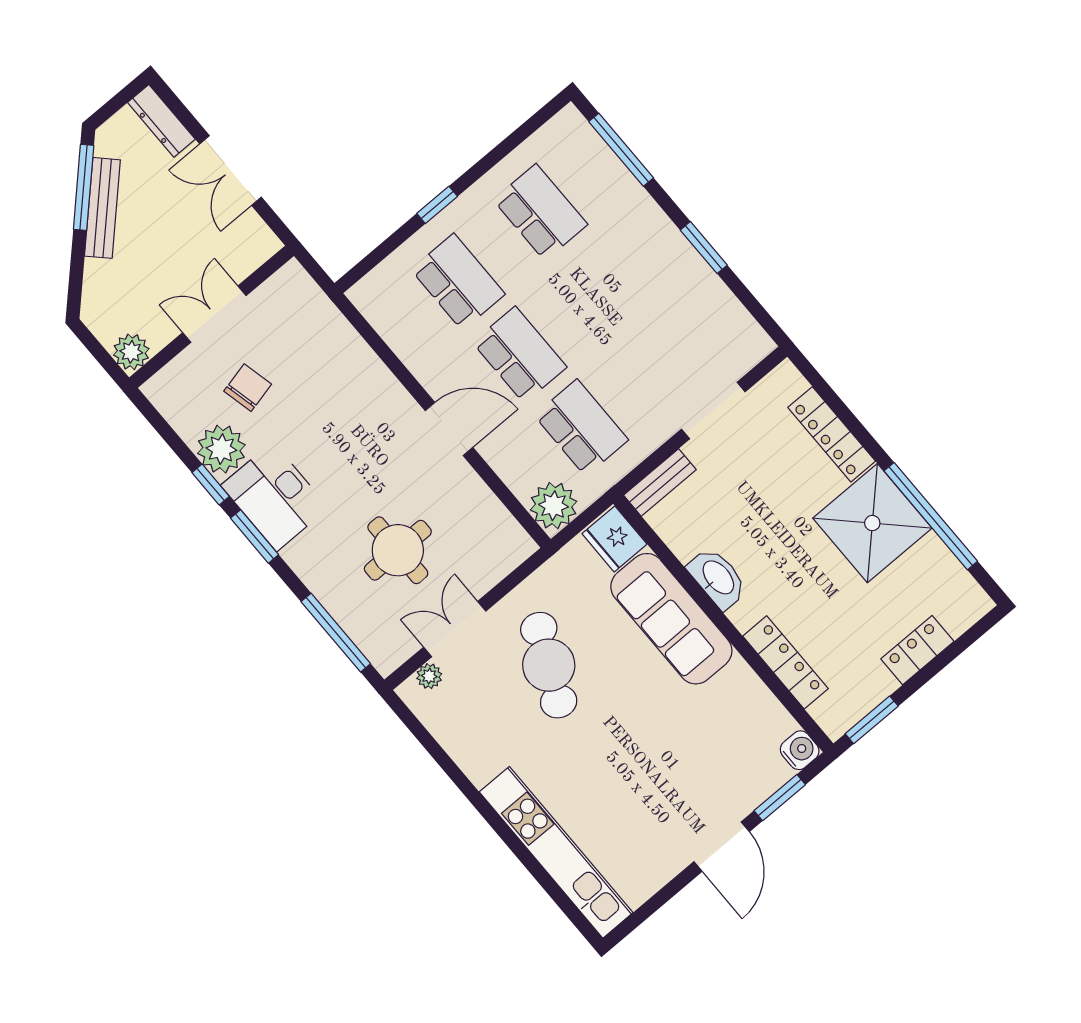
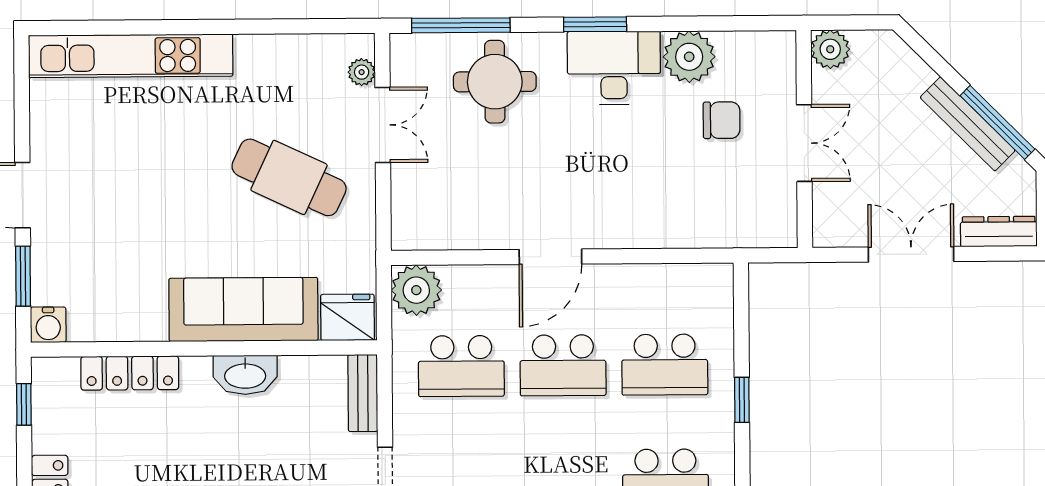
chair: (248, 388) -> (722, 120), turned -77
window: (211, 484) -> (667, 24), removed
round table: (398, 550) -> (495, 82), moved
window: (872, 720) -> (24, 404), width x0.67

